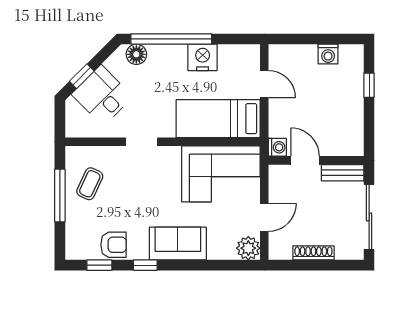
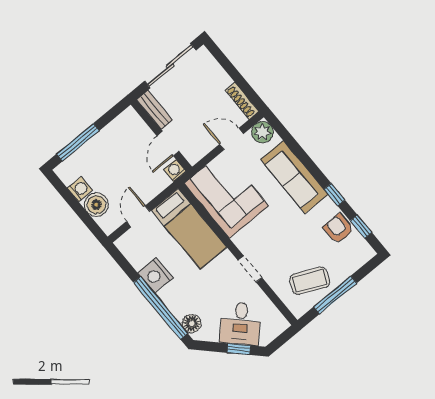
boiler: (303, 57) -> (96, 205), added
window: (369, 85) -> (78, 142), width x2.17
coffee table: (90, 184) -> (310, 281), width x1.36, depth x1.30
sofa: (178, 244) -> (294, 177), width x1.36
shoe rack: (313, 253) -> (242, 101), moved

